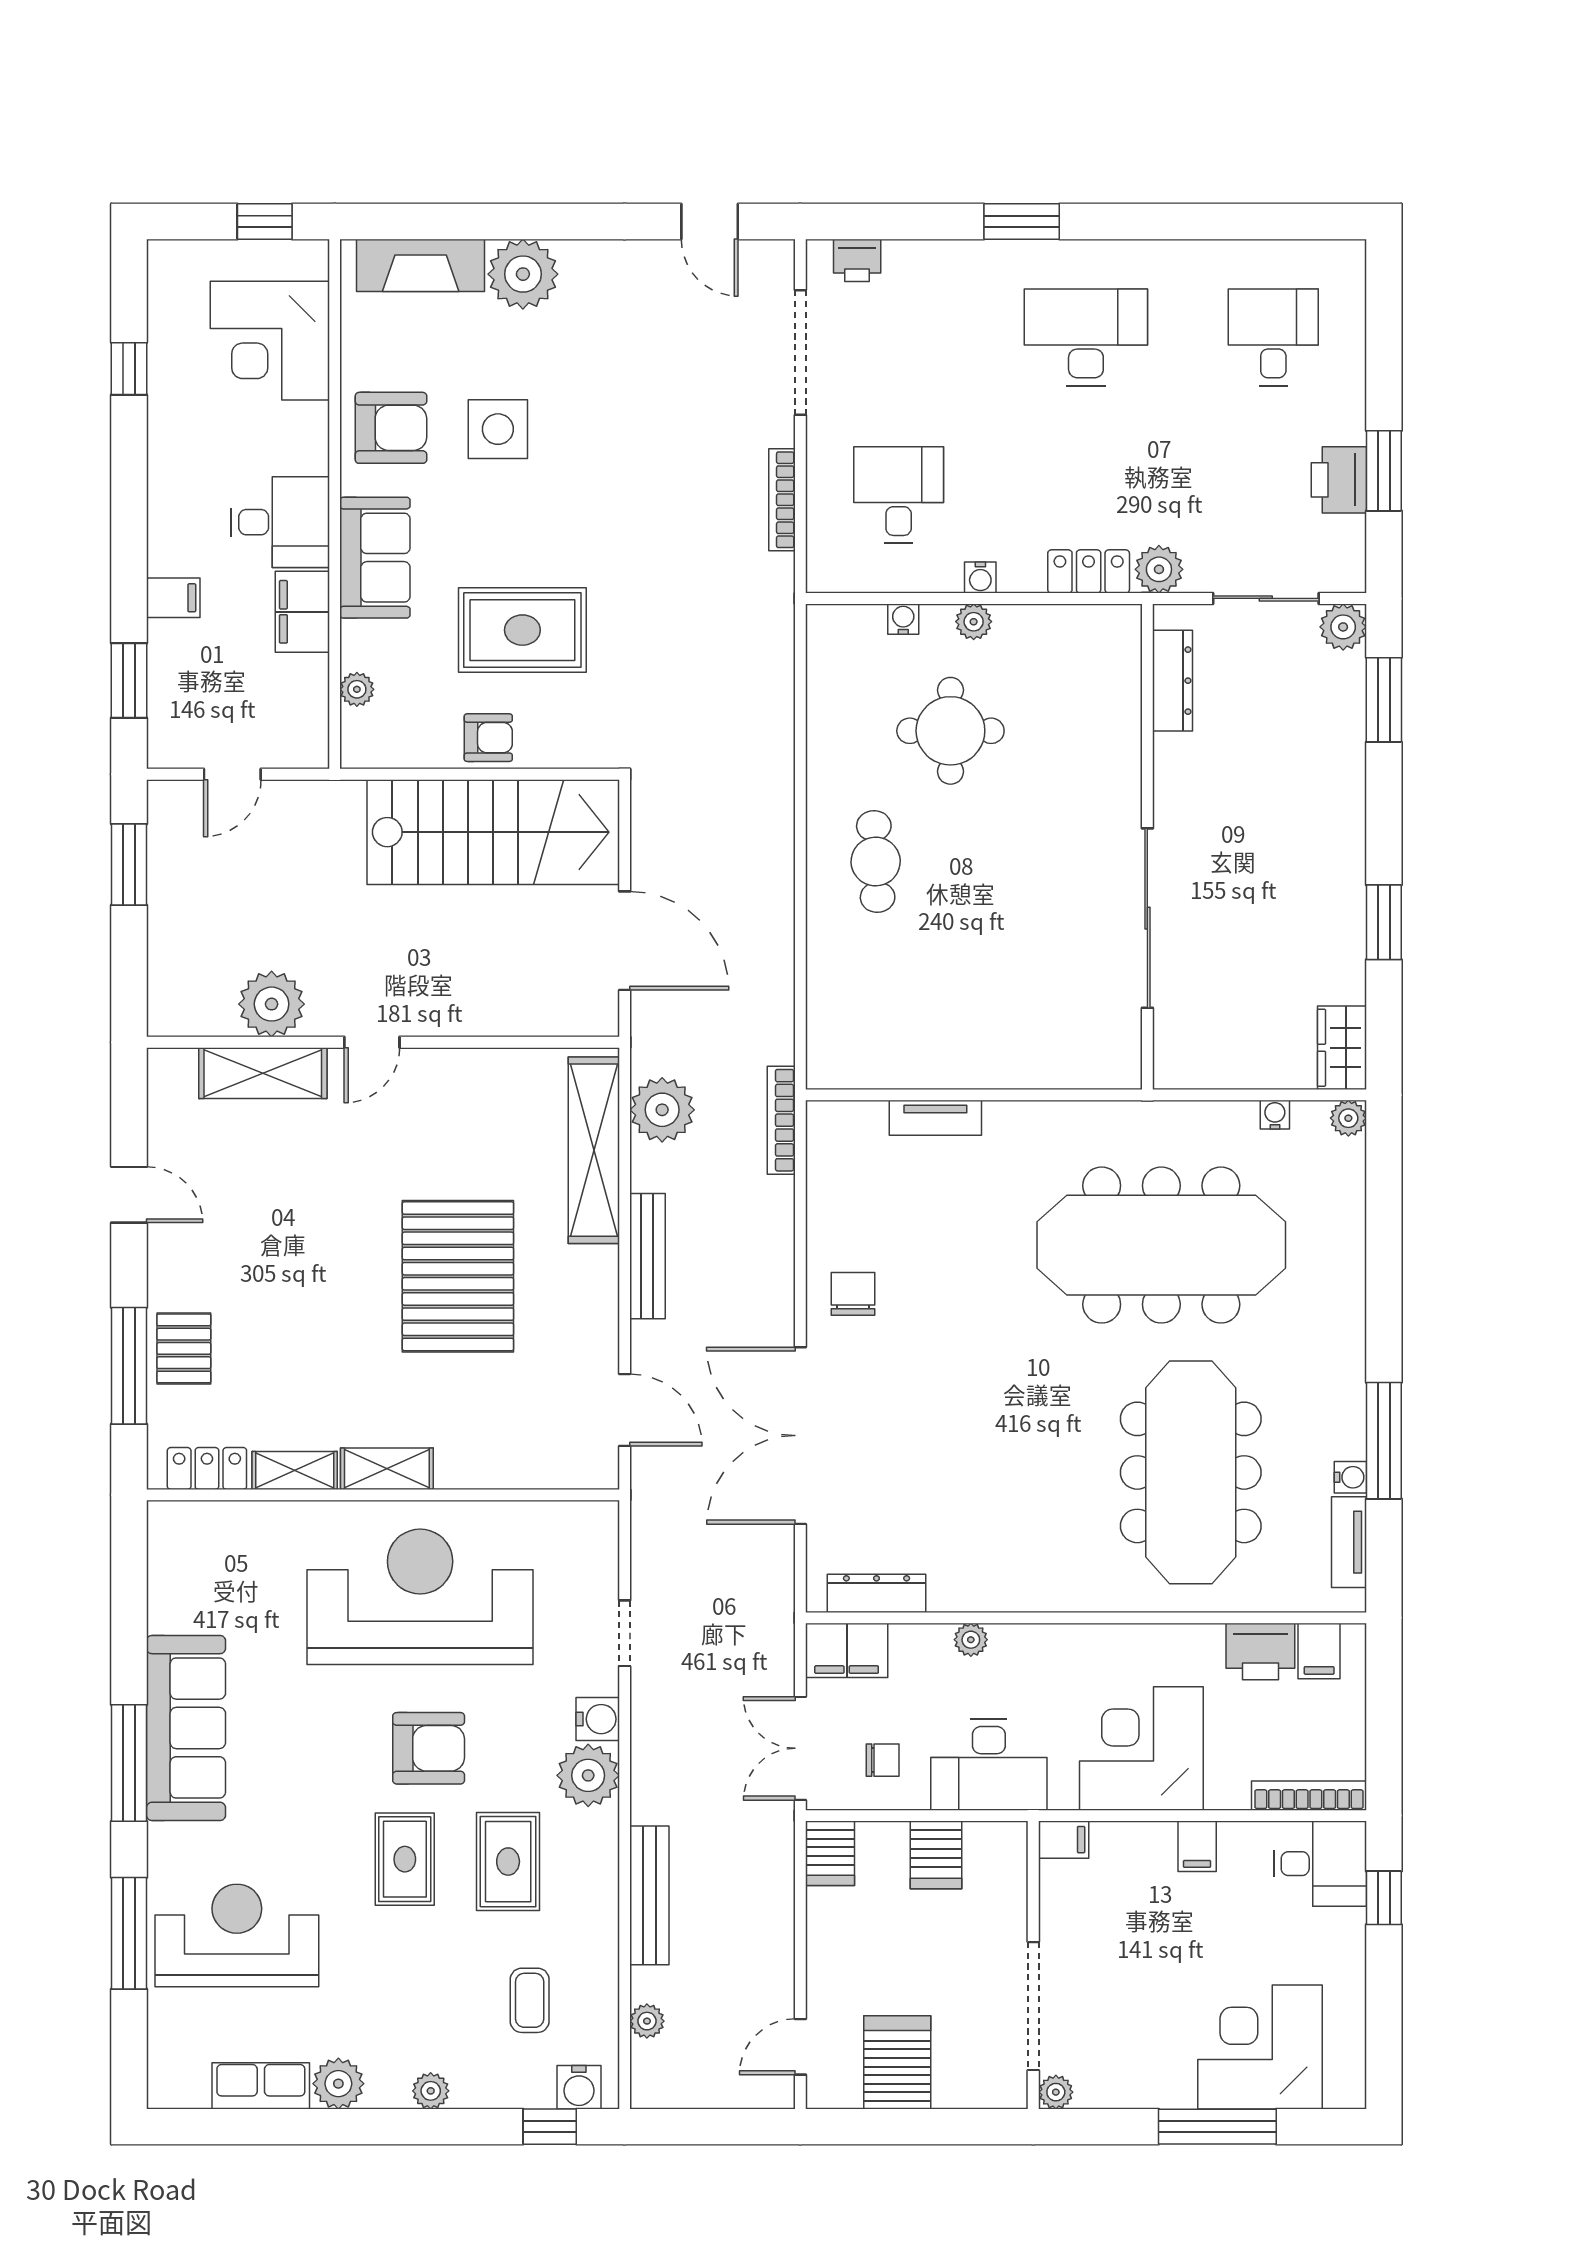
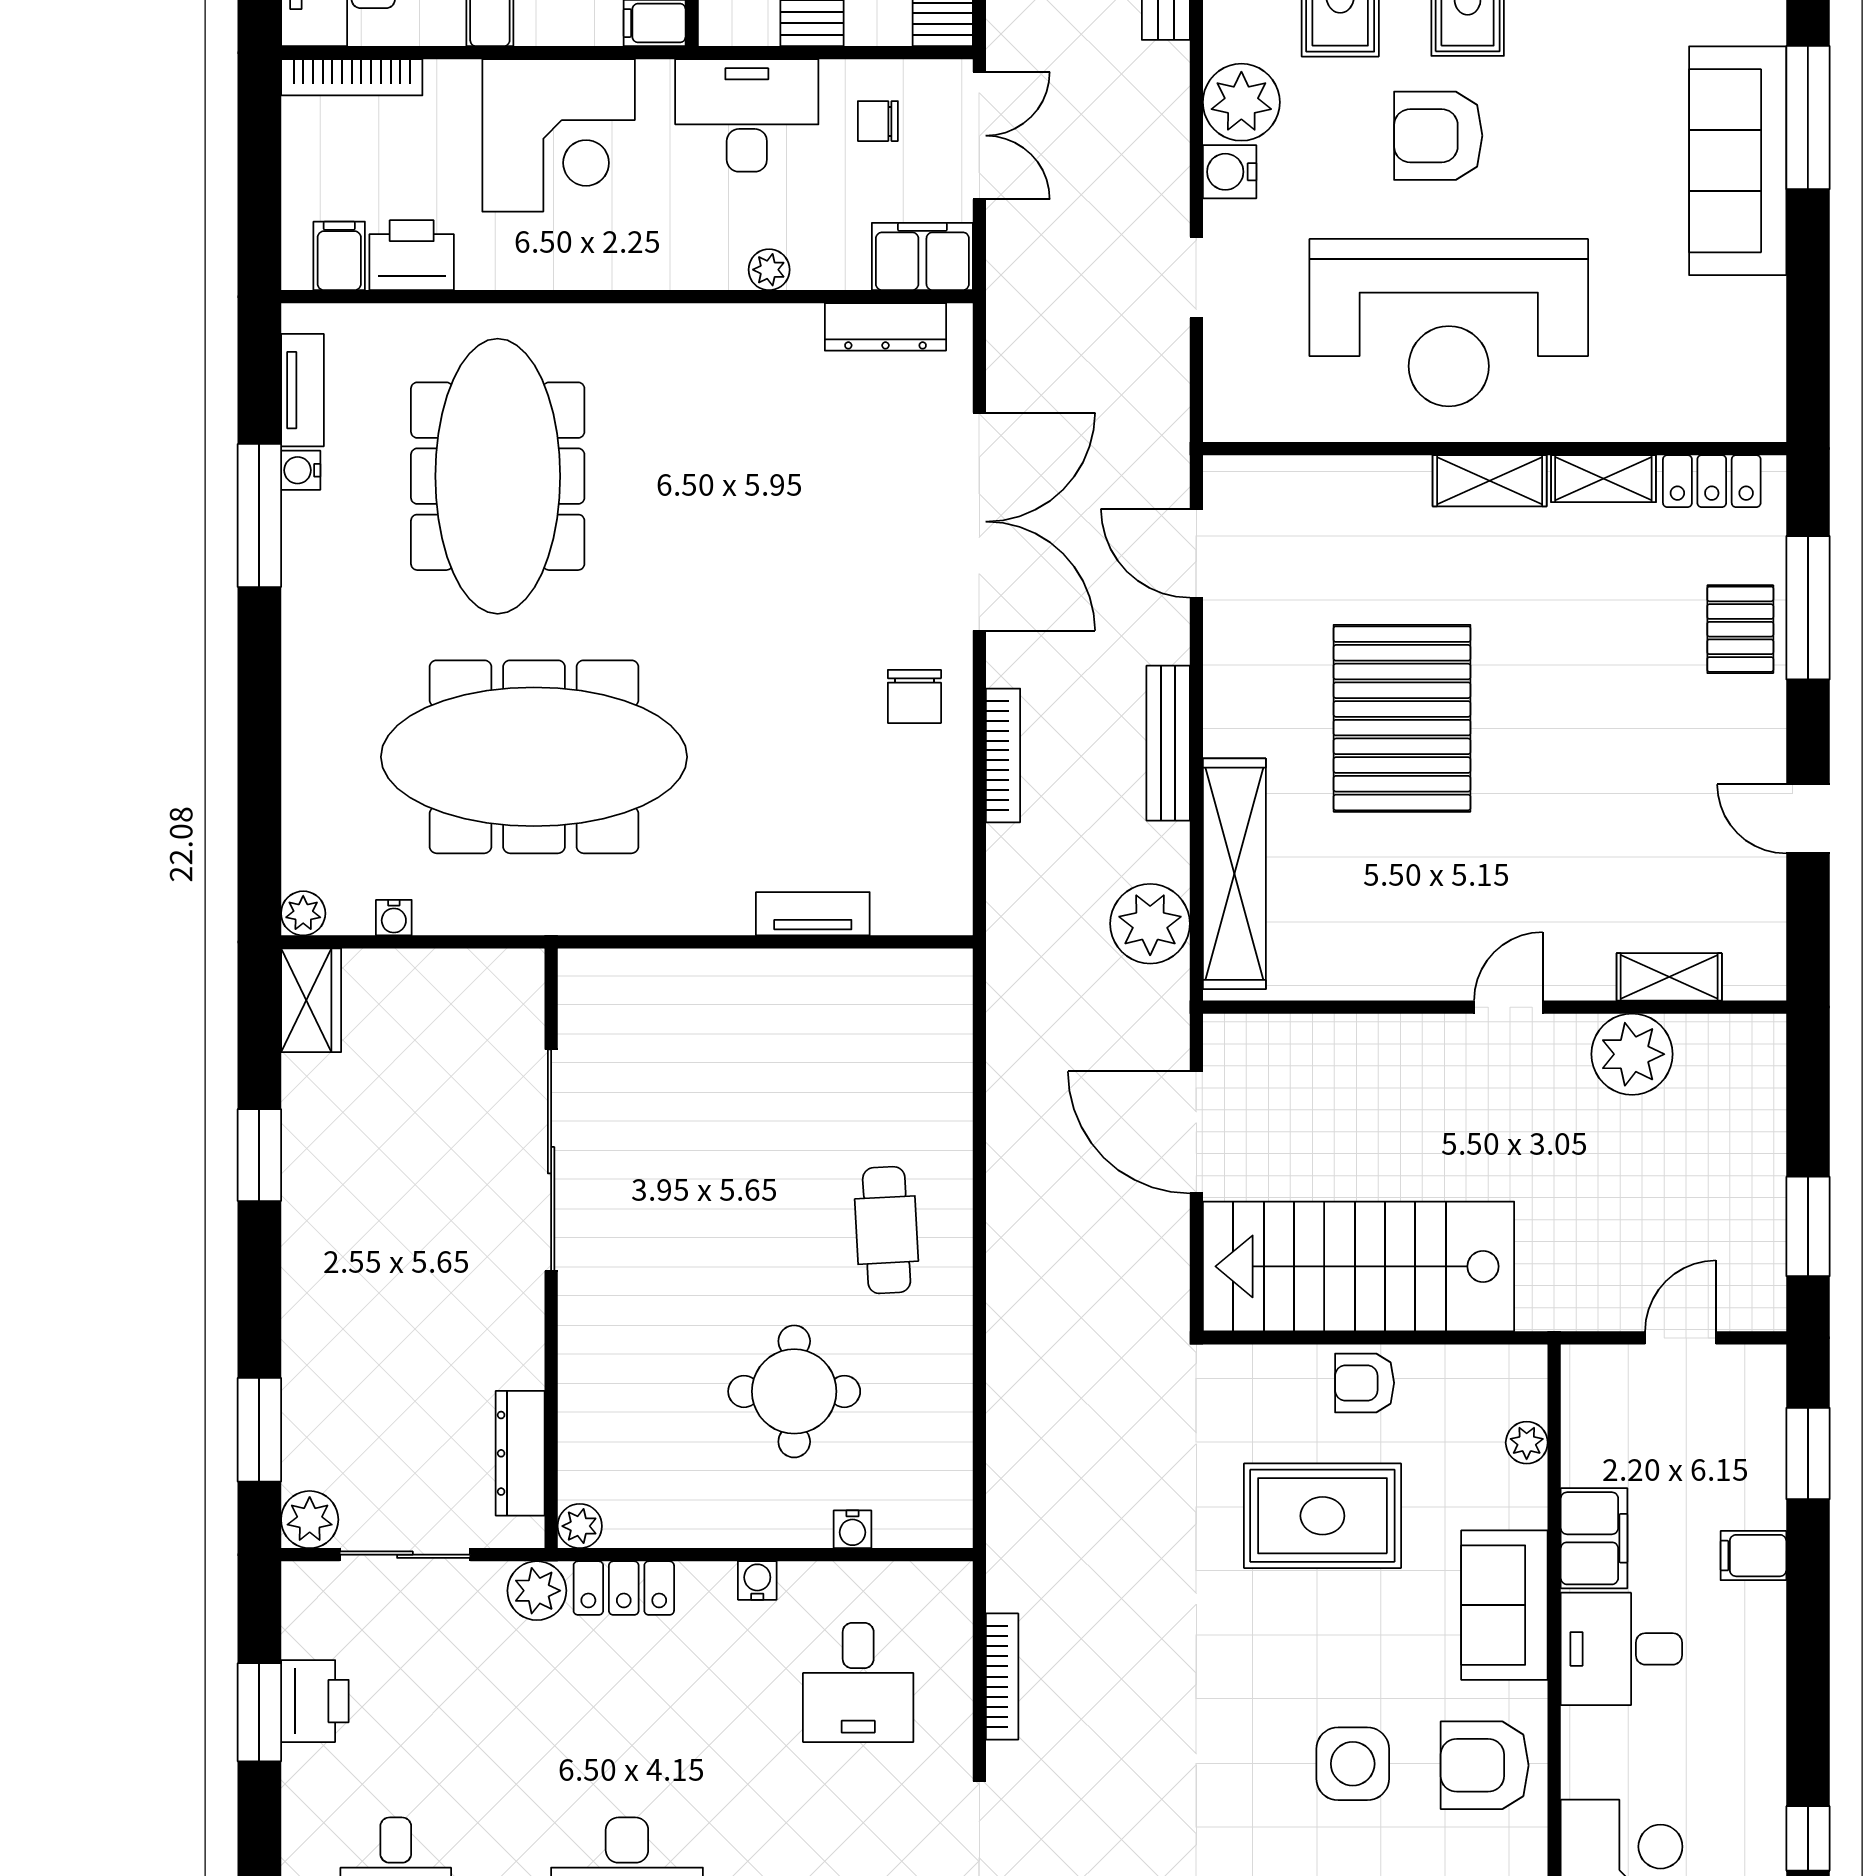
plant: (974, 622) -> (580, 1526), moved
shelving: (263, 1073) -> (1669, 977), width x0.67, depth x0.75
bookcase: (781, 1120) -> (1003, 755), moved

